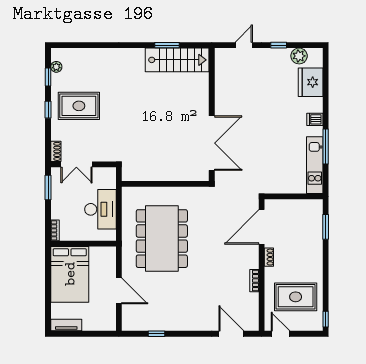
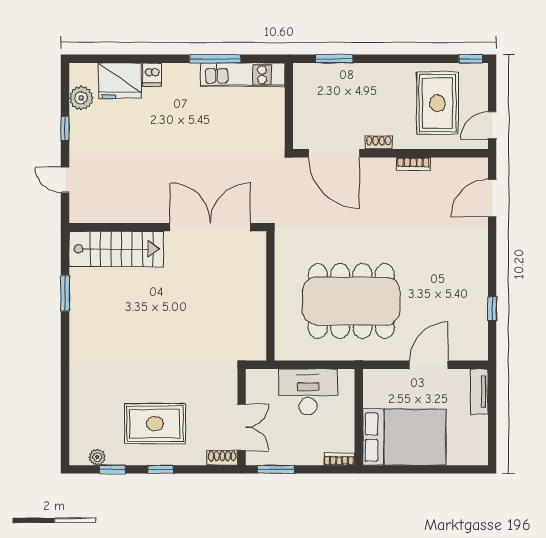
stairs: (177, 60) -> (116, 249), moved, turned 90
rug: (79, 106) -> (155, 424), turned 90
dishwasher: (315, 119) -> (152, 75), moved
tv unit: (66, 325) -> (479, 392), moved

